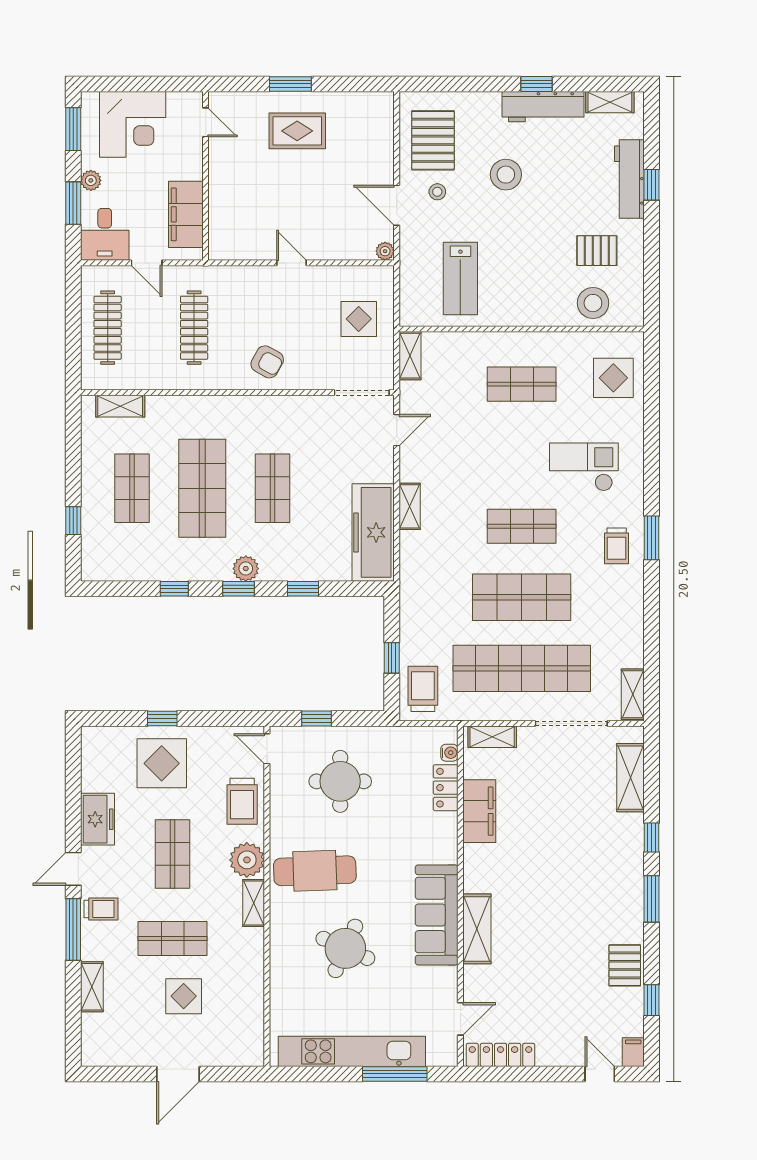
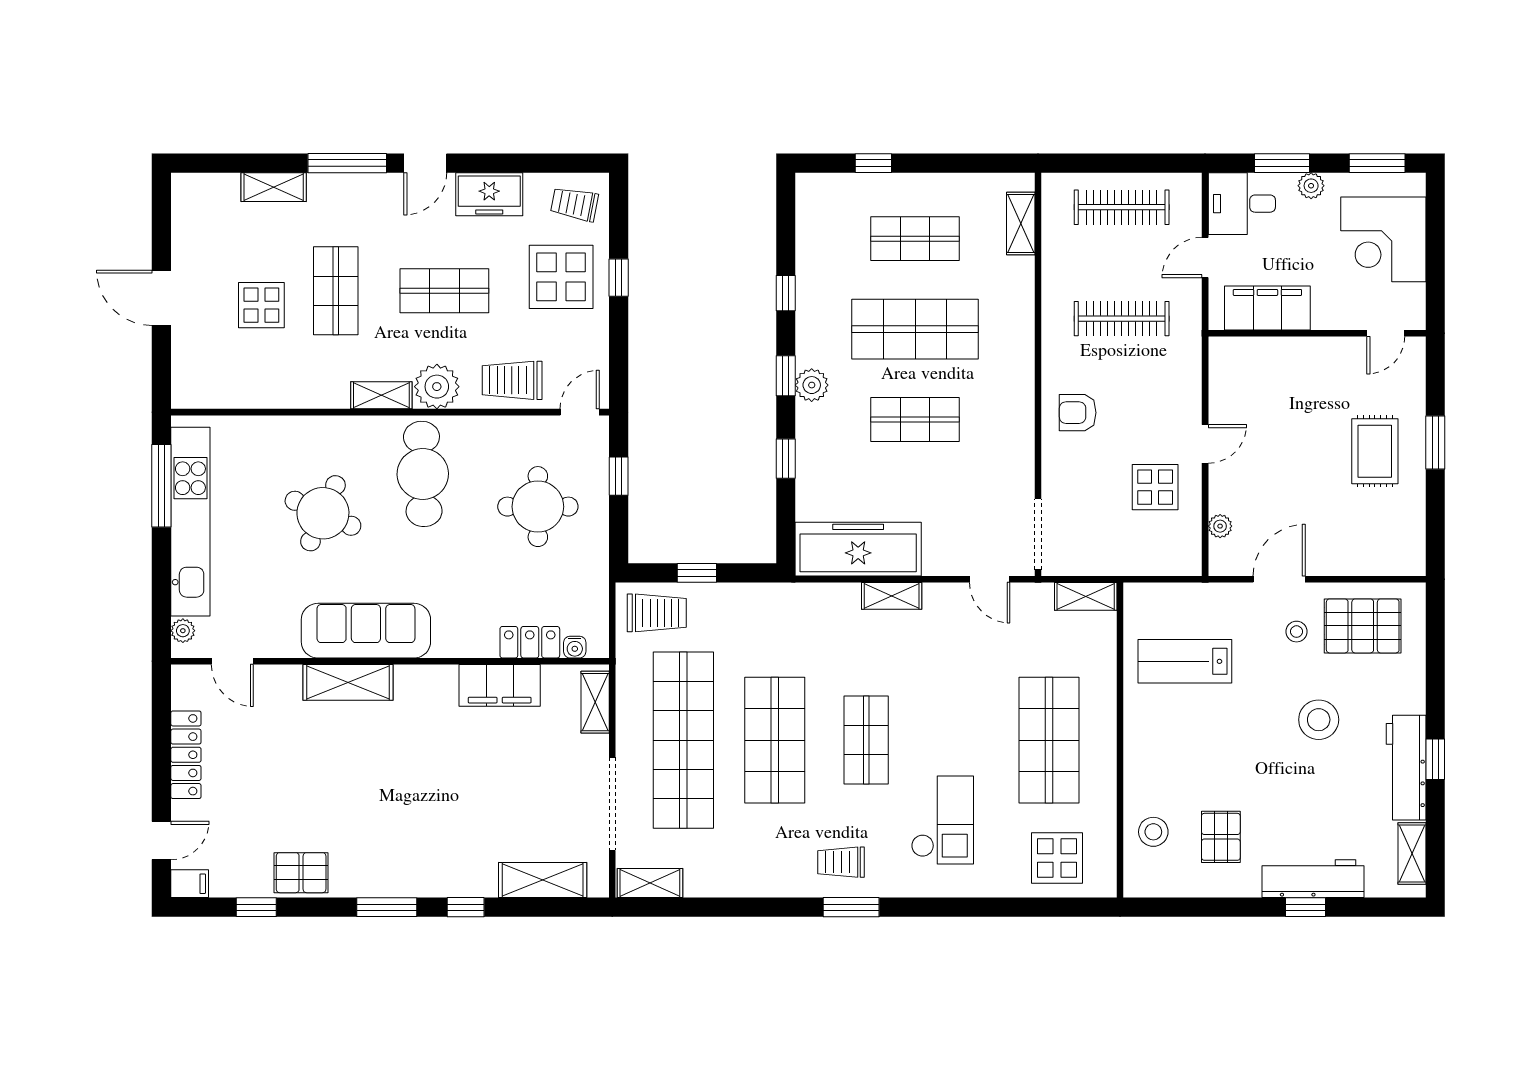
plant: (385, 251) -> (1220, 526), moved
stool: (593, 303) -> (1153, 832), width x0.73, depth x0.73
display table: (359, 319) -> (1155, 487), moved
armchair: (267, 362) -> (1078, 413), turned 61
shop shelf: (522, 384) -> (1049, 740), width x1.43, depth x1.36
door: (73, 869) -> (425, 163), swing flipped
trolley: (101, 909) -> (574, 204), moved, turned 101
locker: (501, 1055) -> (186, 755), moved
plant: (437, 1057) -> (183, 631), added
window: (395, 1074) -> (161, 486), moved

